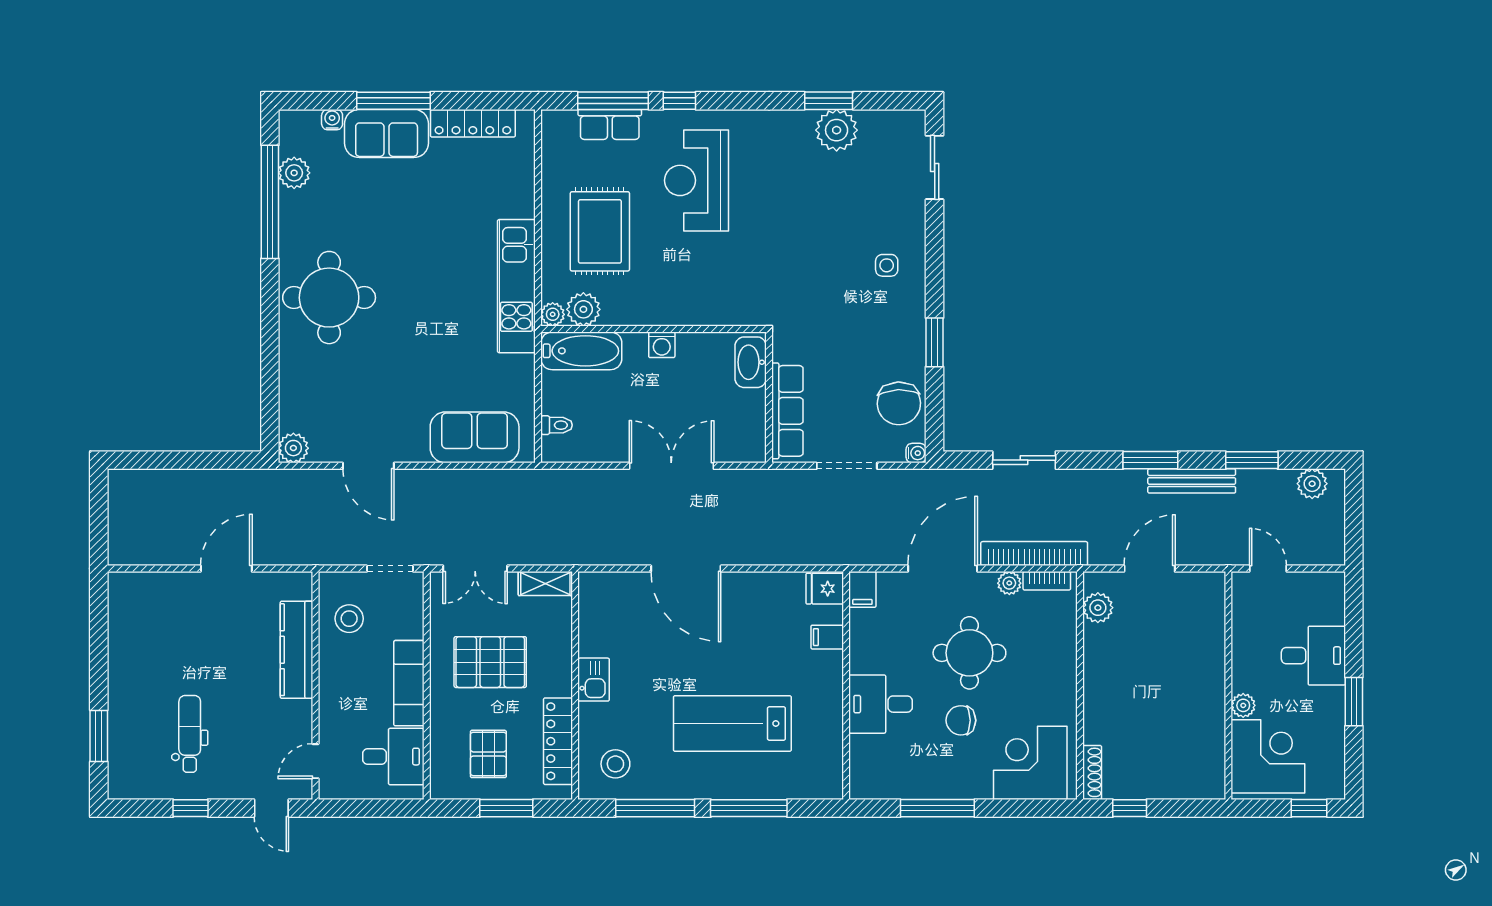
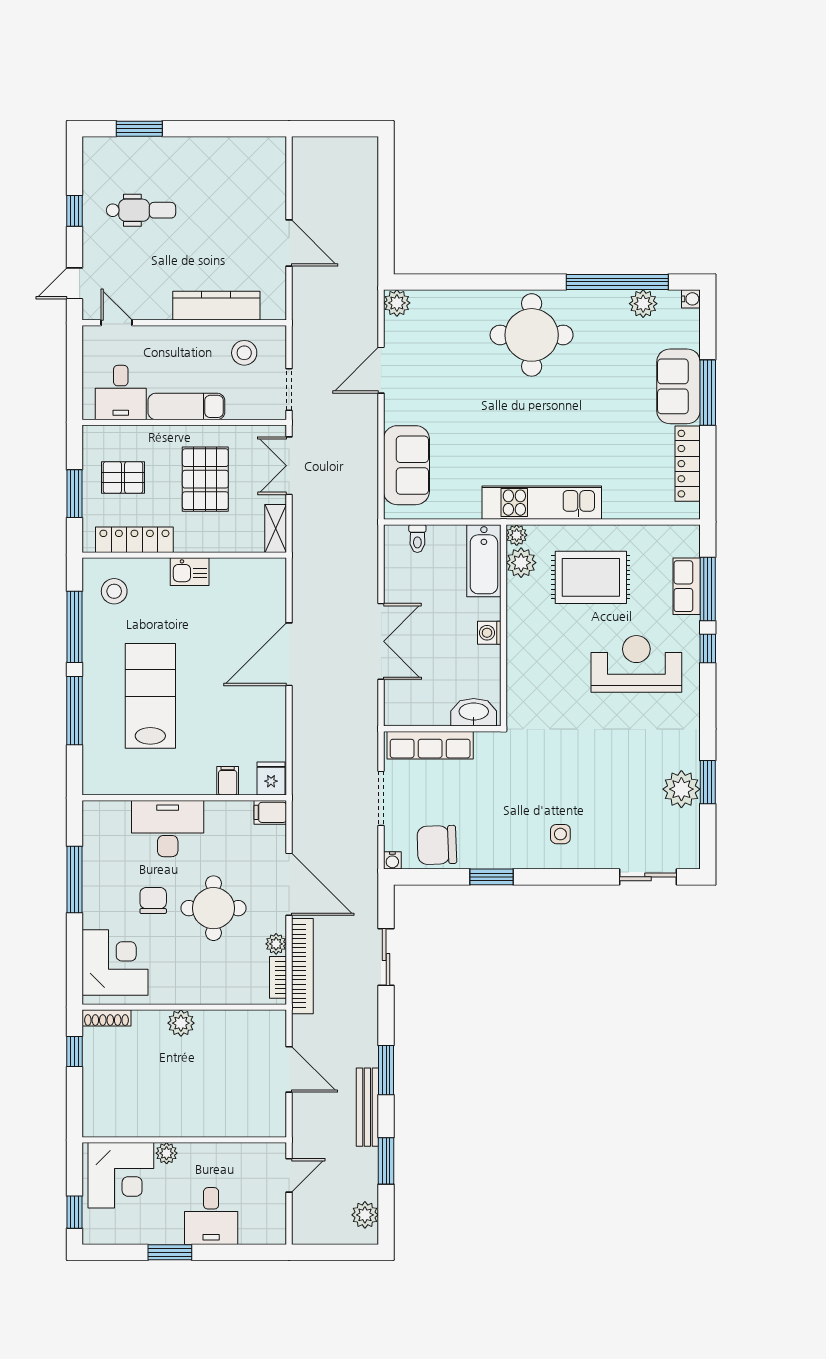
water cooler: (332, 120) -> (691, 299), moved
plant: (1098, 608) -> (181, 1023), moved
desk: (881, 704) -> (168, 829), width x1.37

